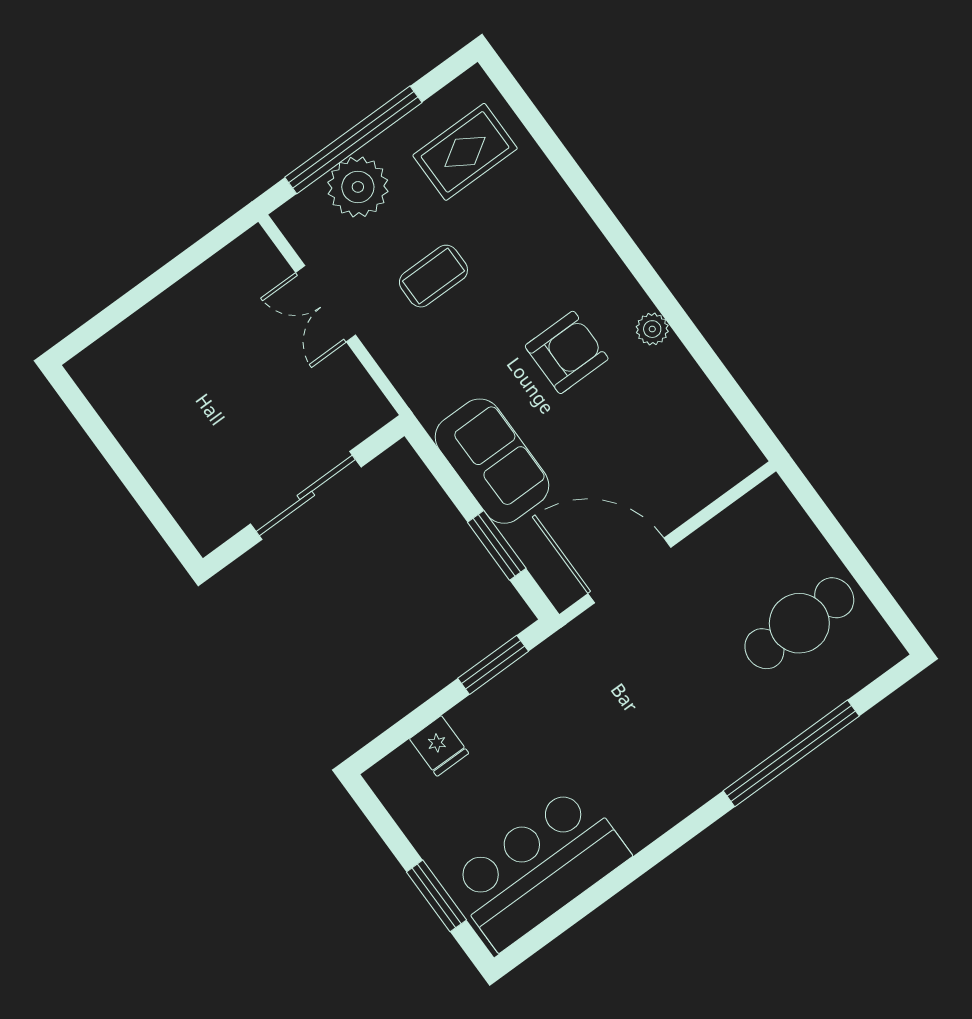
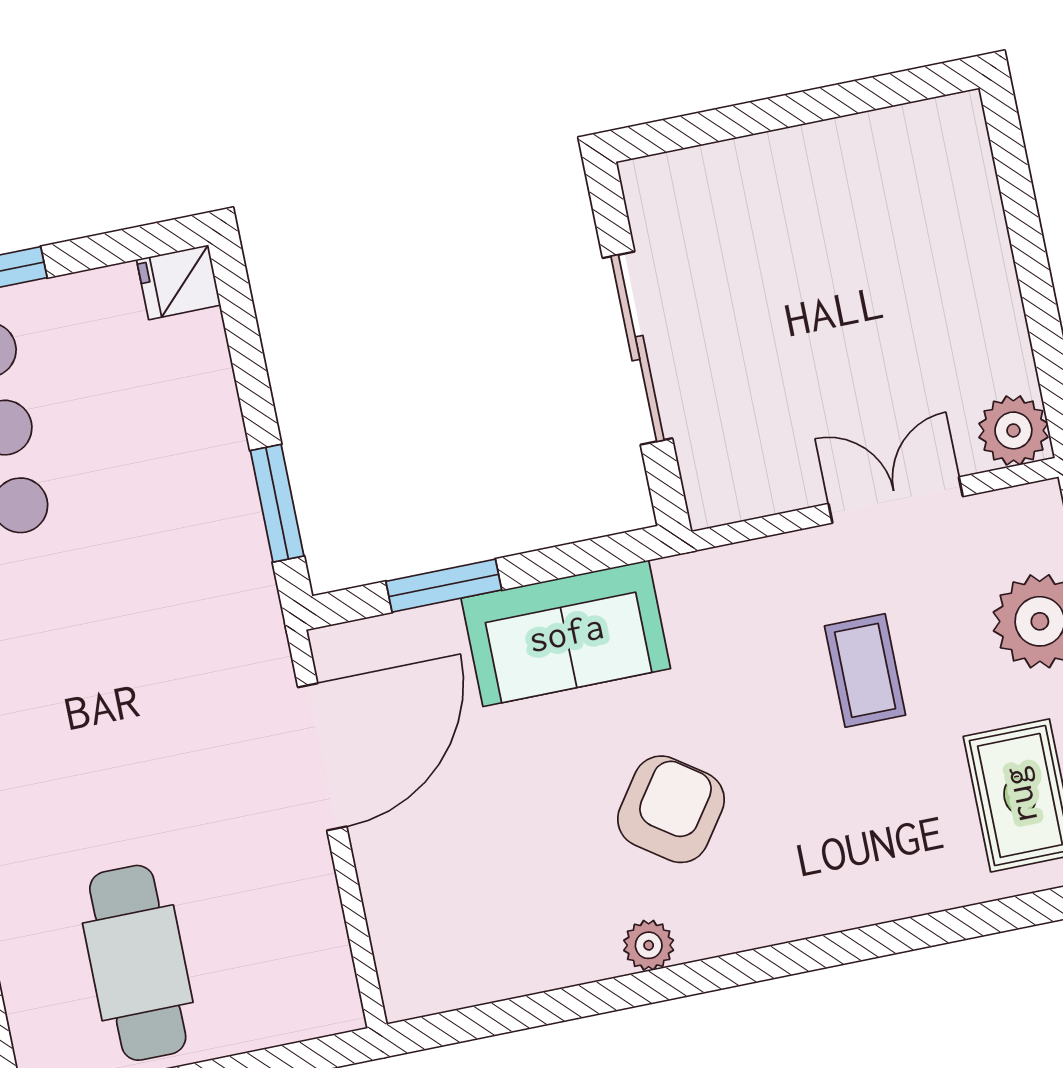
plant: (253, 253) -> (1013, 430), added
armchair: (567, 352) -> (671, 809), turned -145
fridge: (439, 746) -> (179, 282), moved

